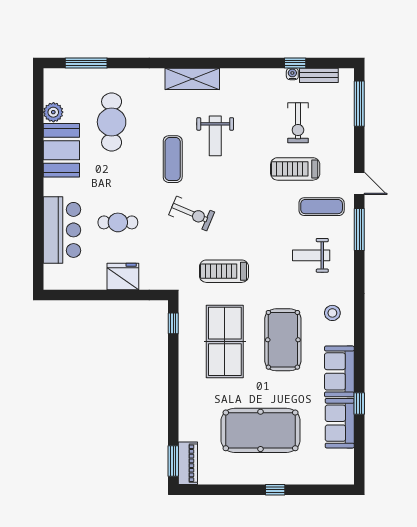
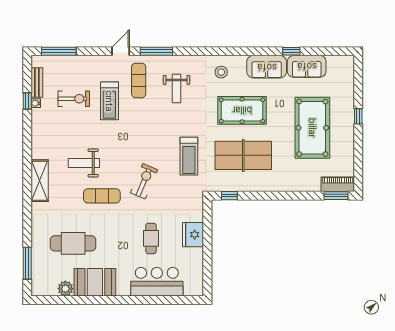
weight bench: (215, 136) -> (84, 163), turned 180

